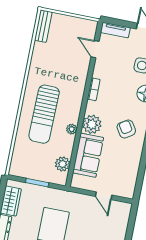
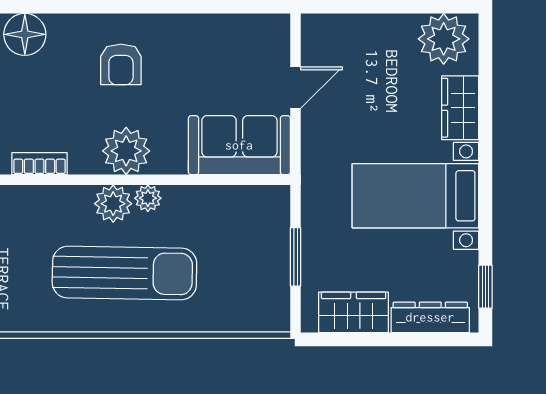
armchair: (126, 129) -> (121, 64), turned -57
sofa: (88, 155) -> (239, 145), moved
plant: (63, 164) -> (113, 204), moved

